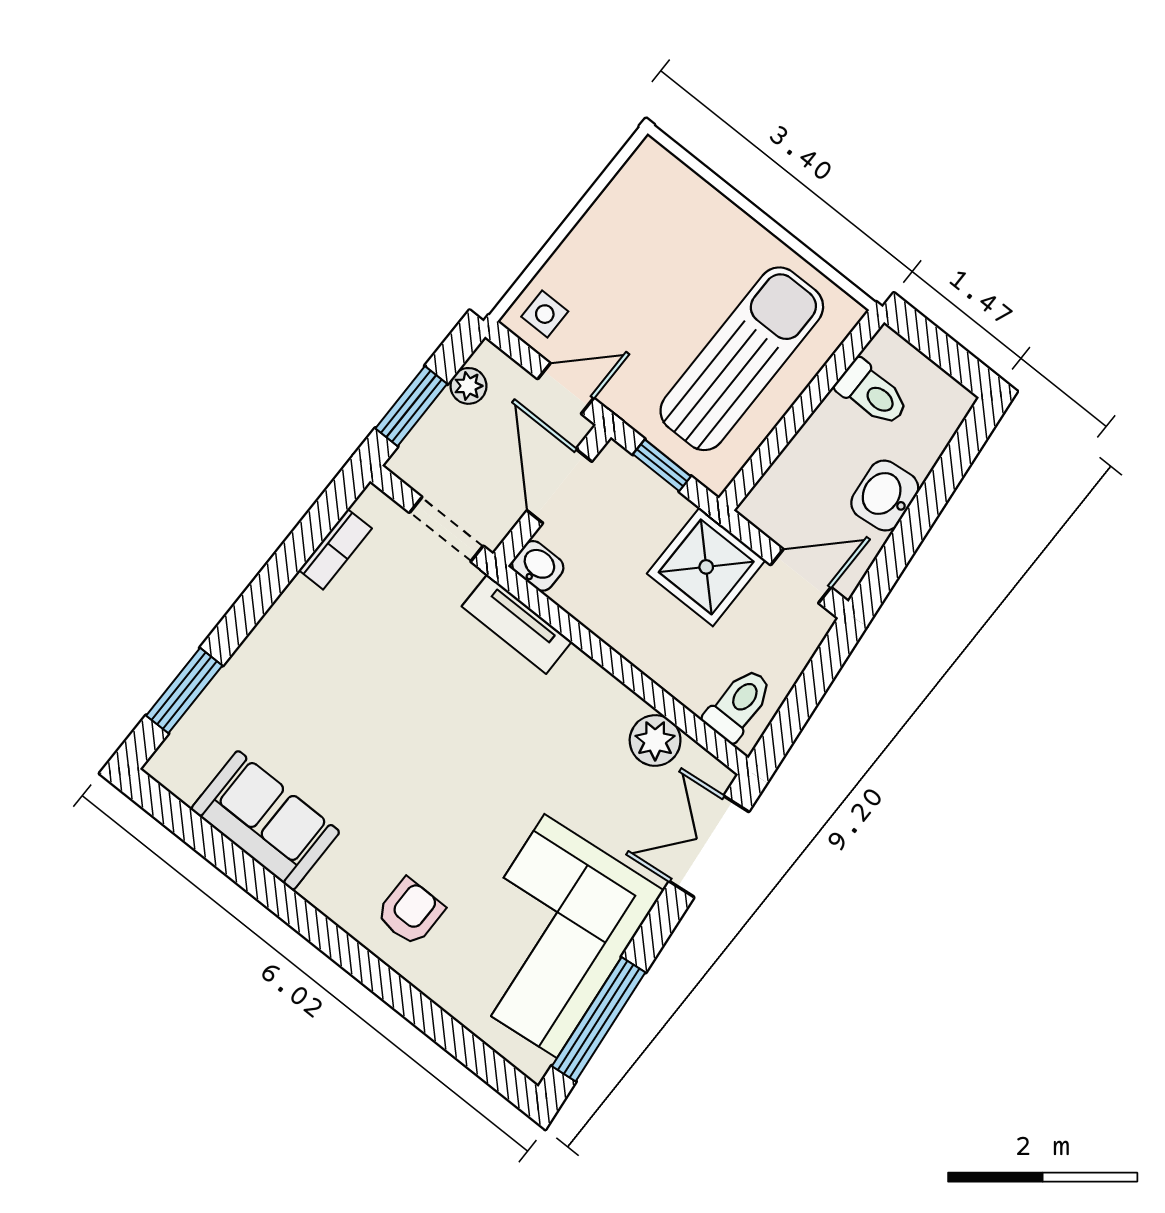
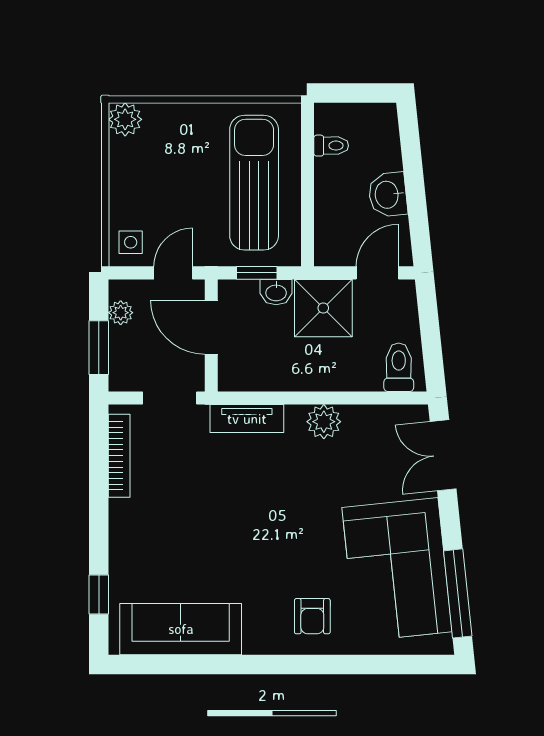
plant: (651, 167) -> (125, 119), added
toilet: (872, 393) -> (331, 146), width x0.73, depth x0.72
bookcase: (335, 549) -> (119, 456), width x1.56
washbasin: (538, 566) -> (276, 292), moved, turned 180
window: (184, 691) -> (99, 595), width x0.67
plant: (655, 740) -> (324, 422), moved
sofa: (265, 820) -> (181, 629), width x1.36
armchair: (410, 912) -> (312, 616), turned 180

